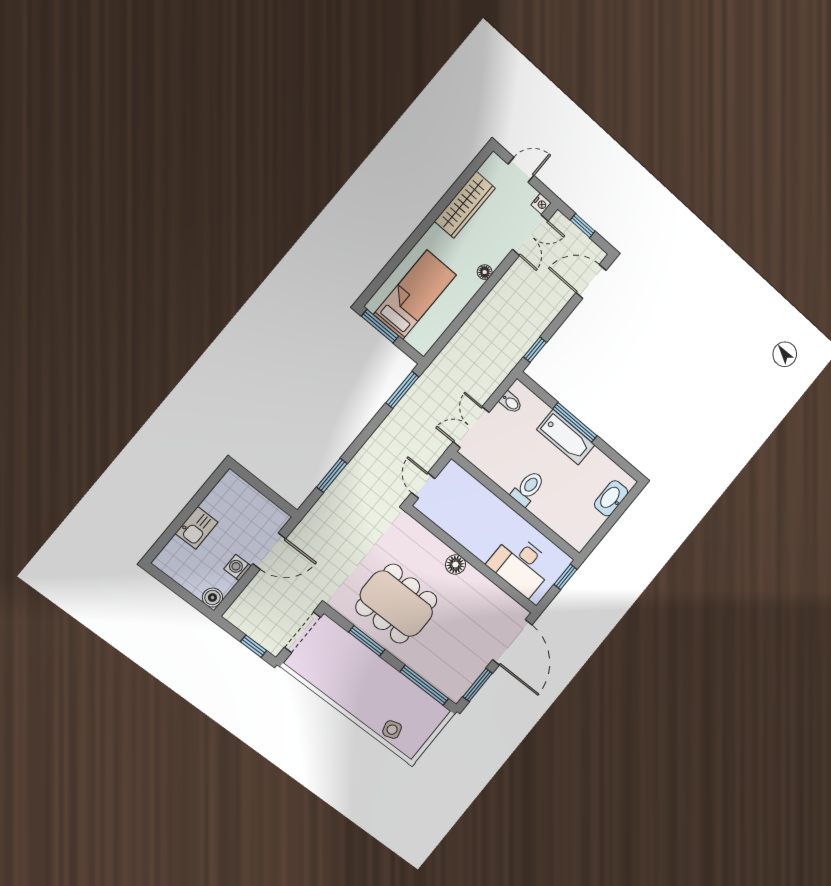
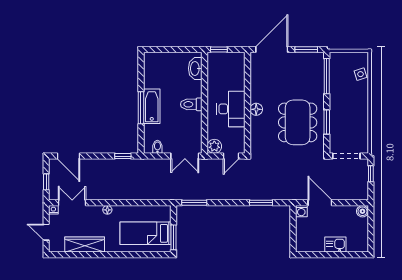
plant: (453, 474) -> (214, 146), added
washbasin: (611, 498) -> (195, 68), moved, turned 90
desk: (521, 565) -> (231, 109), moved
washing machine: (237, 567) -> (301, 211), moved

